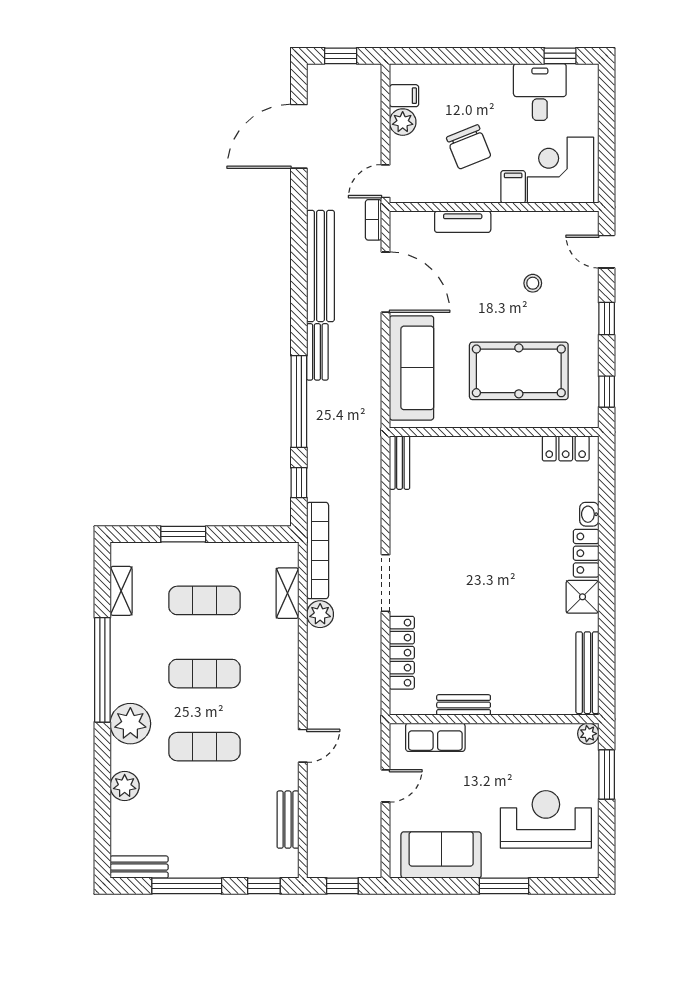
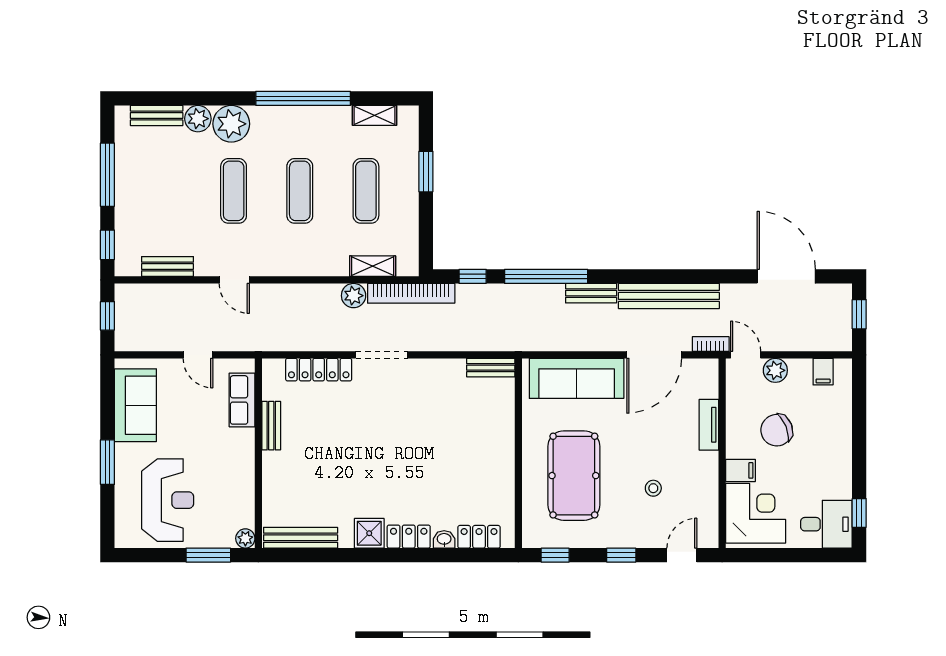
desk: (540, 92) -> (826, 524), moved
plant: (403, 122) -> (775, 370), moved
locker: (566, 448) -> (479, 537), moved, turned 90
plant: (130, 724) -> (231, 124), moved
bench: (139, 867) -> (157, 115), moved, turned 90

